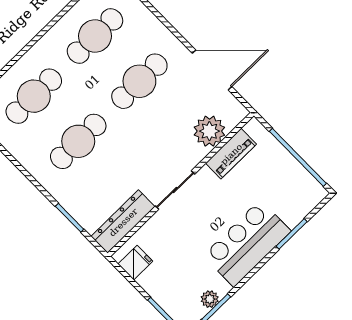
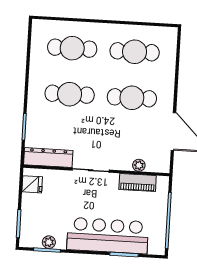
plant: (209, 131) -> (139, 165), width x0.53, depth x0.53
bar counter: (247, 243) -> (108, 236), width x1.36

